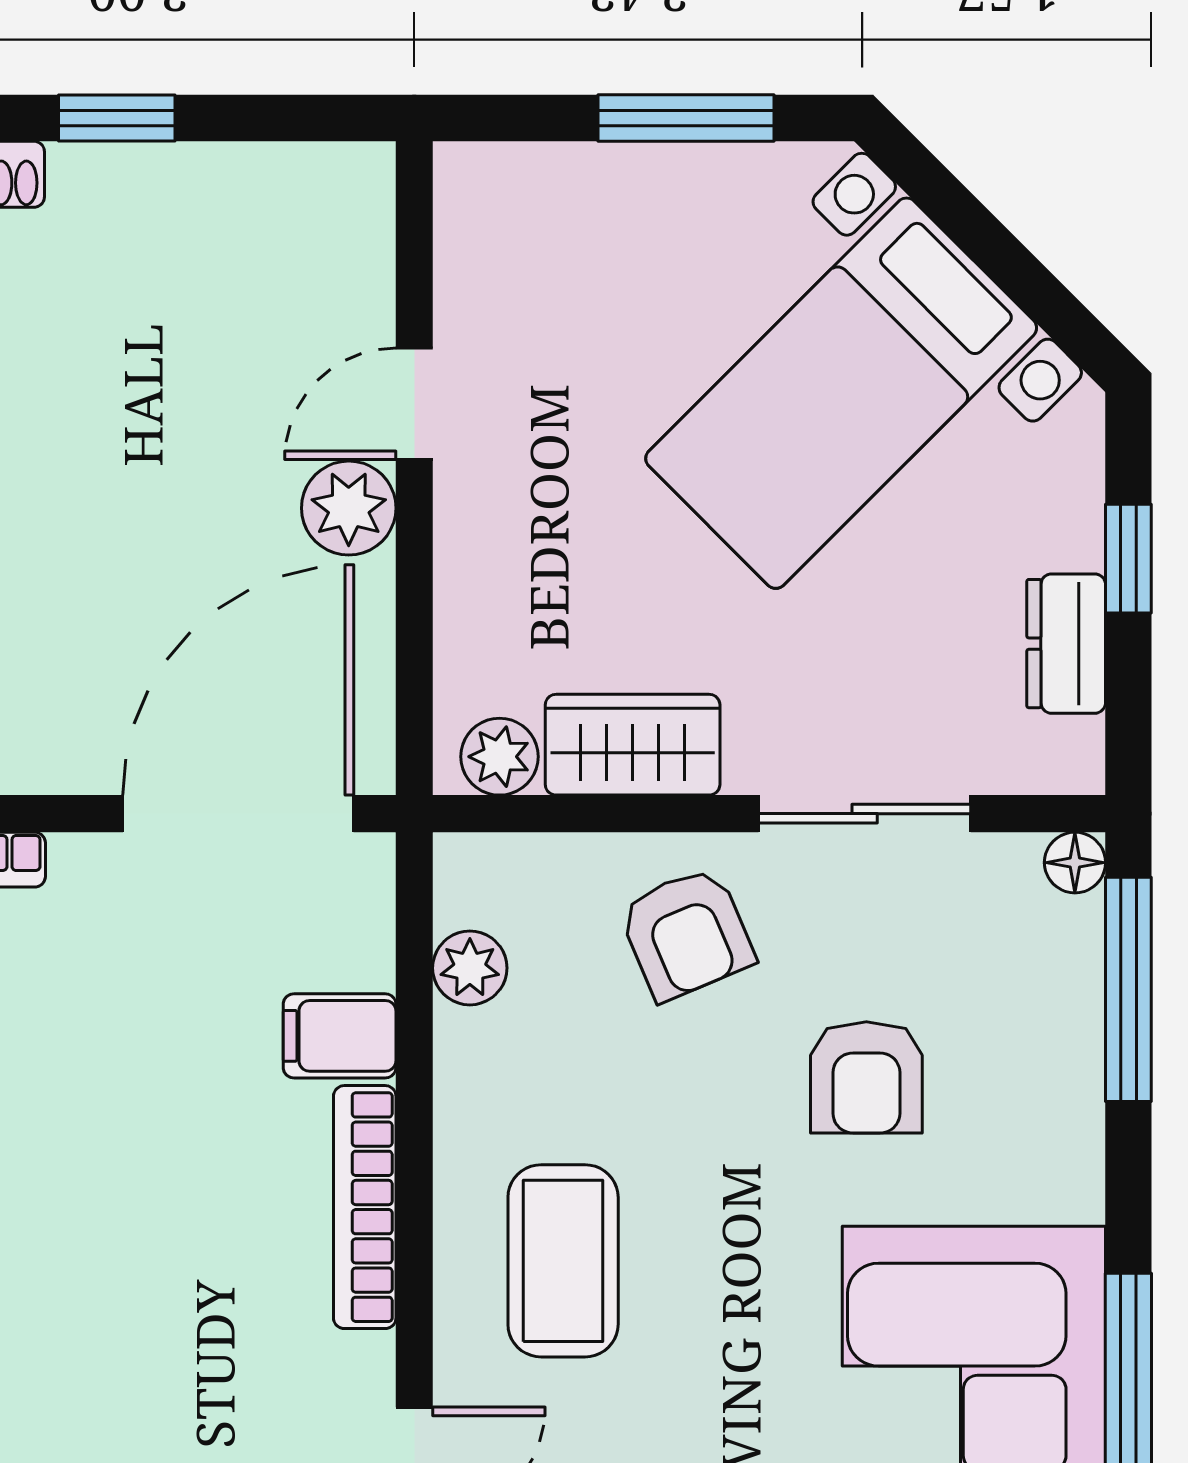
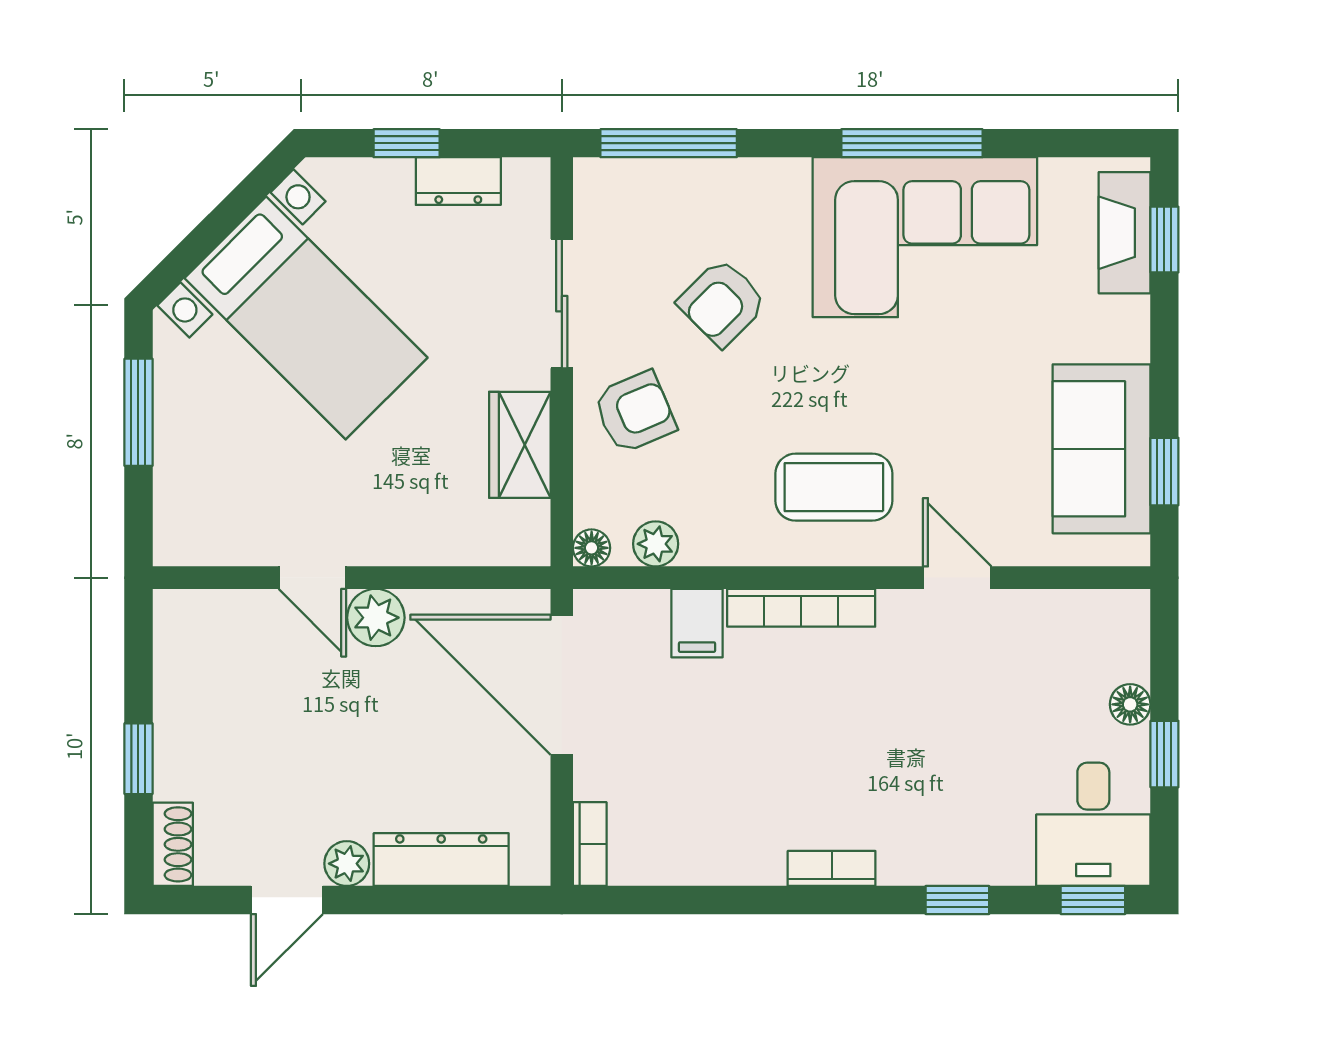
plant: (499, 757) -> (527, 526), removed
floor lamp: (1075, 863) -> (592, 548), moved
armchair: (866, 1077) -> (722, 303), turned 135

